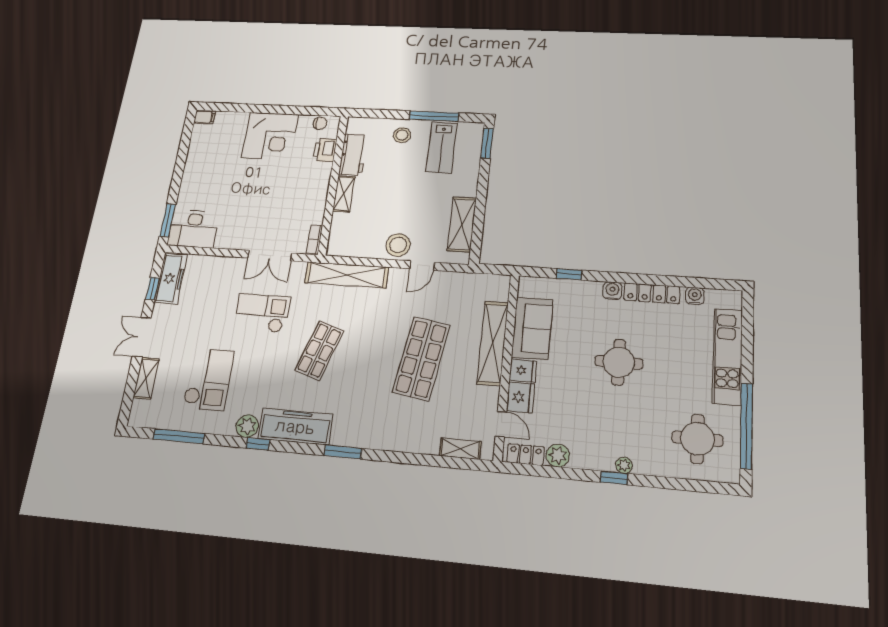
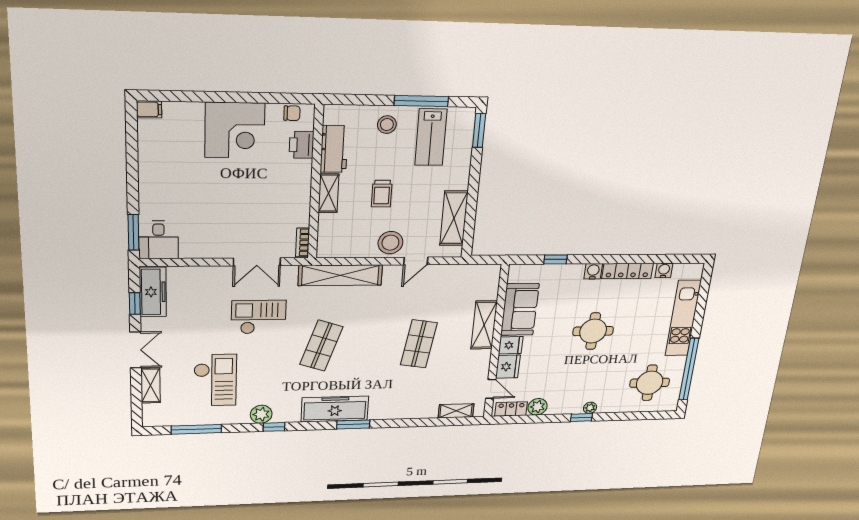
trolley: (393, 197) -> (382, 194), added
desk: (193, 229) -> (159, 240), width x0.73
double door: (142, 337) -> (136, 350), swing flipped
shelving: (493, 343) -> (484, 325), width x0.68
shop shelf: (421, 359) -> (419, 344), width x0.70, depth x0.74
freezer: (295, 426) -> (335, 409), moved

